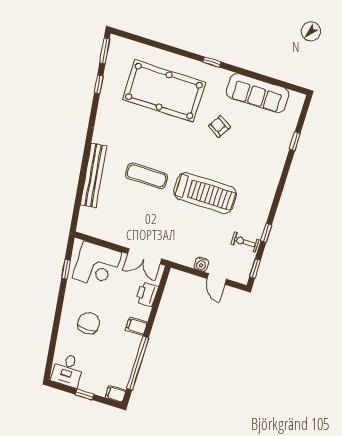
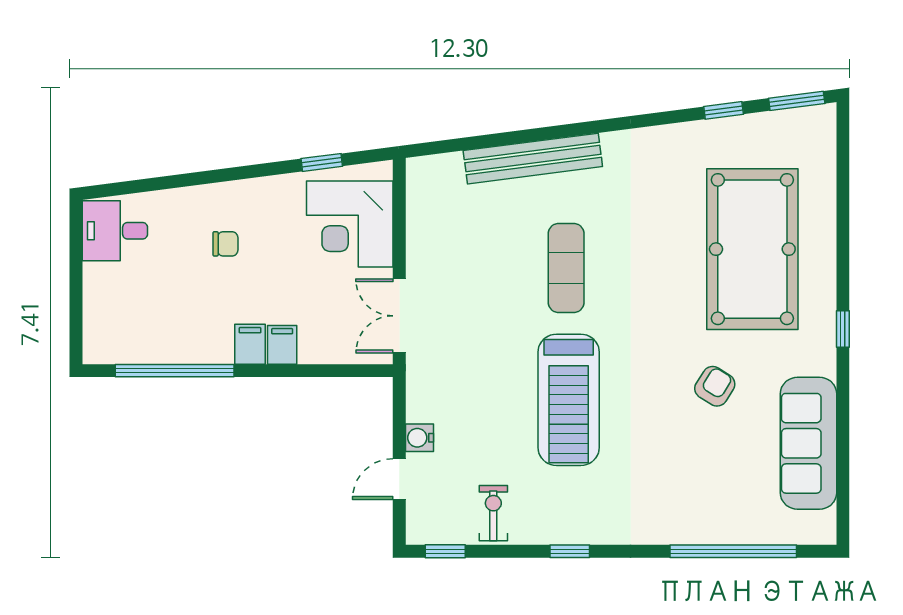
window: (295, 141) -> (733, 551), width x3.17
window: (266, 233) -> (570, 551), moved
printer: (147, 294) -> (323, 345), removed
chair: (89, 323) -> (225, 244), width x0.54, depth x0.54
window: (85, 394) -> (76, 281), removed
filing cabinet: (115, 394) -> (282, 345), moved

